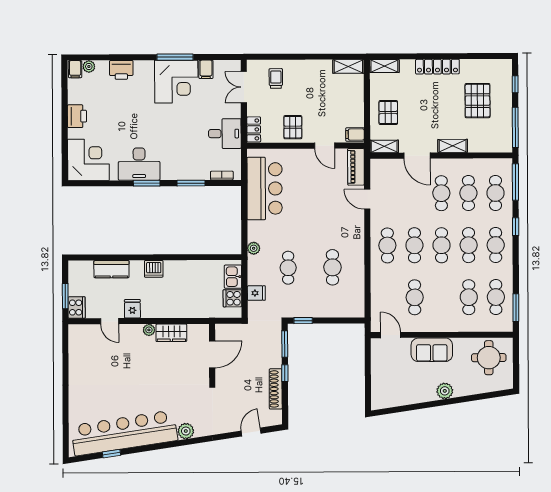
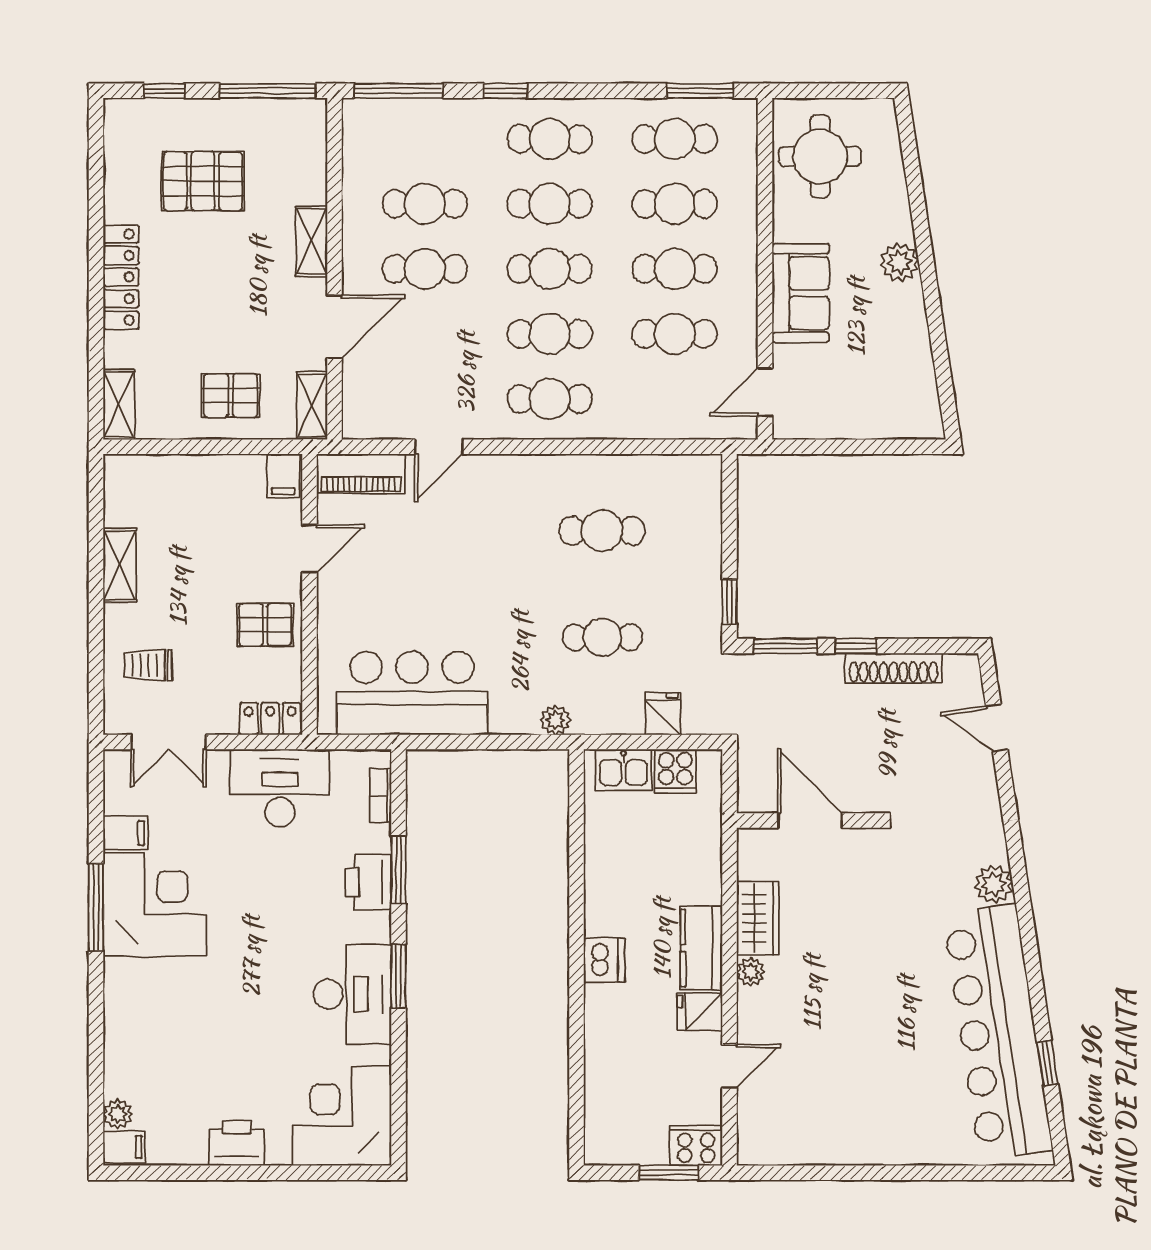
shelving: (348, 66) -> (120, 565), moved
printer: (121, 70) -> (368, 882), moved, turned 180
desk: (225, 134) -> (280, 788), width x1.37
cafe table: (495, 193) -> (675, 269), moved
kitchen counter: (111, 269) -> (701, 948), moved, turned 180

